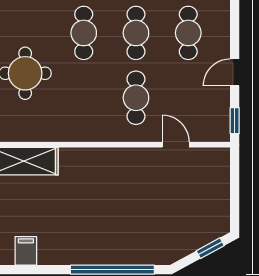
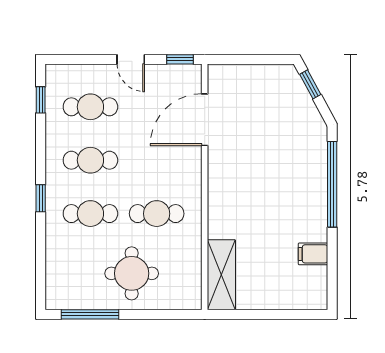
cafe table: (136, 98) -> (157, 214), moved
door: (176, 145) -> (205, 120), width x1.88
filing cabinet: (26, 251) -> (313, 254), moved

